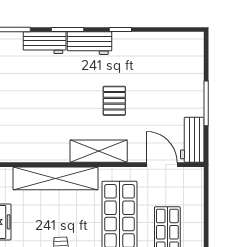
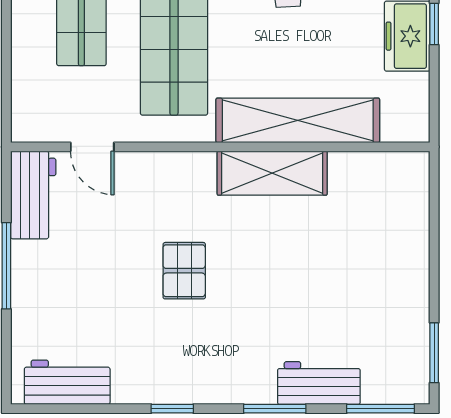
workbench: (90, 43) -> (67, 382), moved
shelving: (99, 151) -> (272, 173), moved
door: (162, 165) -> (92, 147), width x0.73

